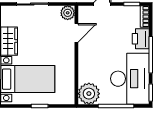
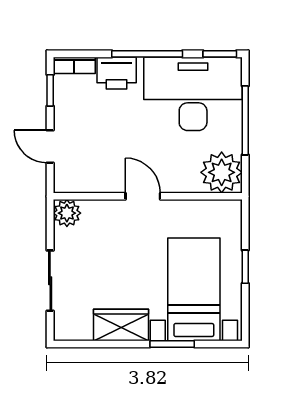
door: (76, 33) -> (143, 196), moved

